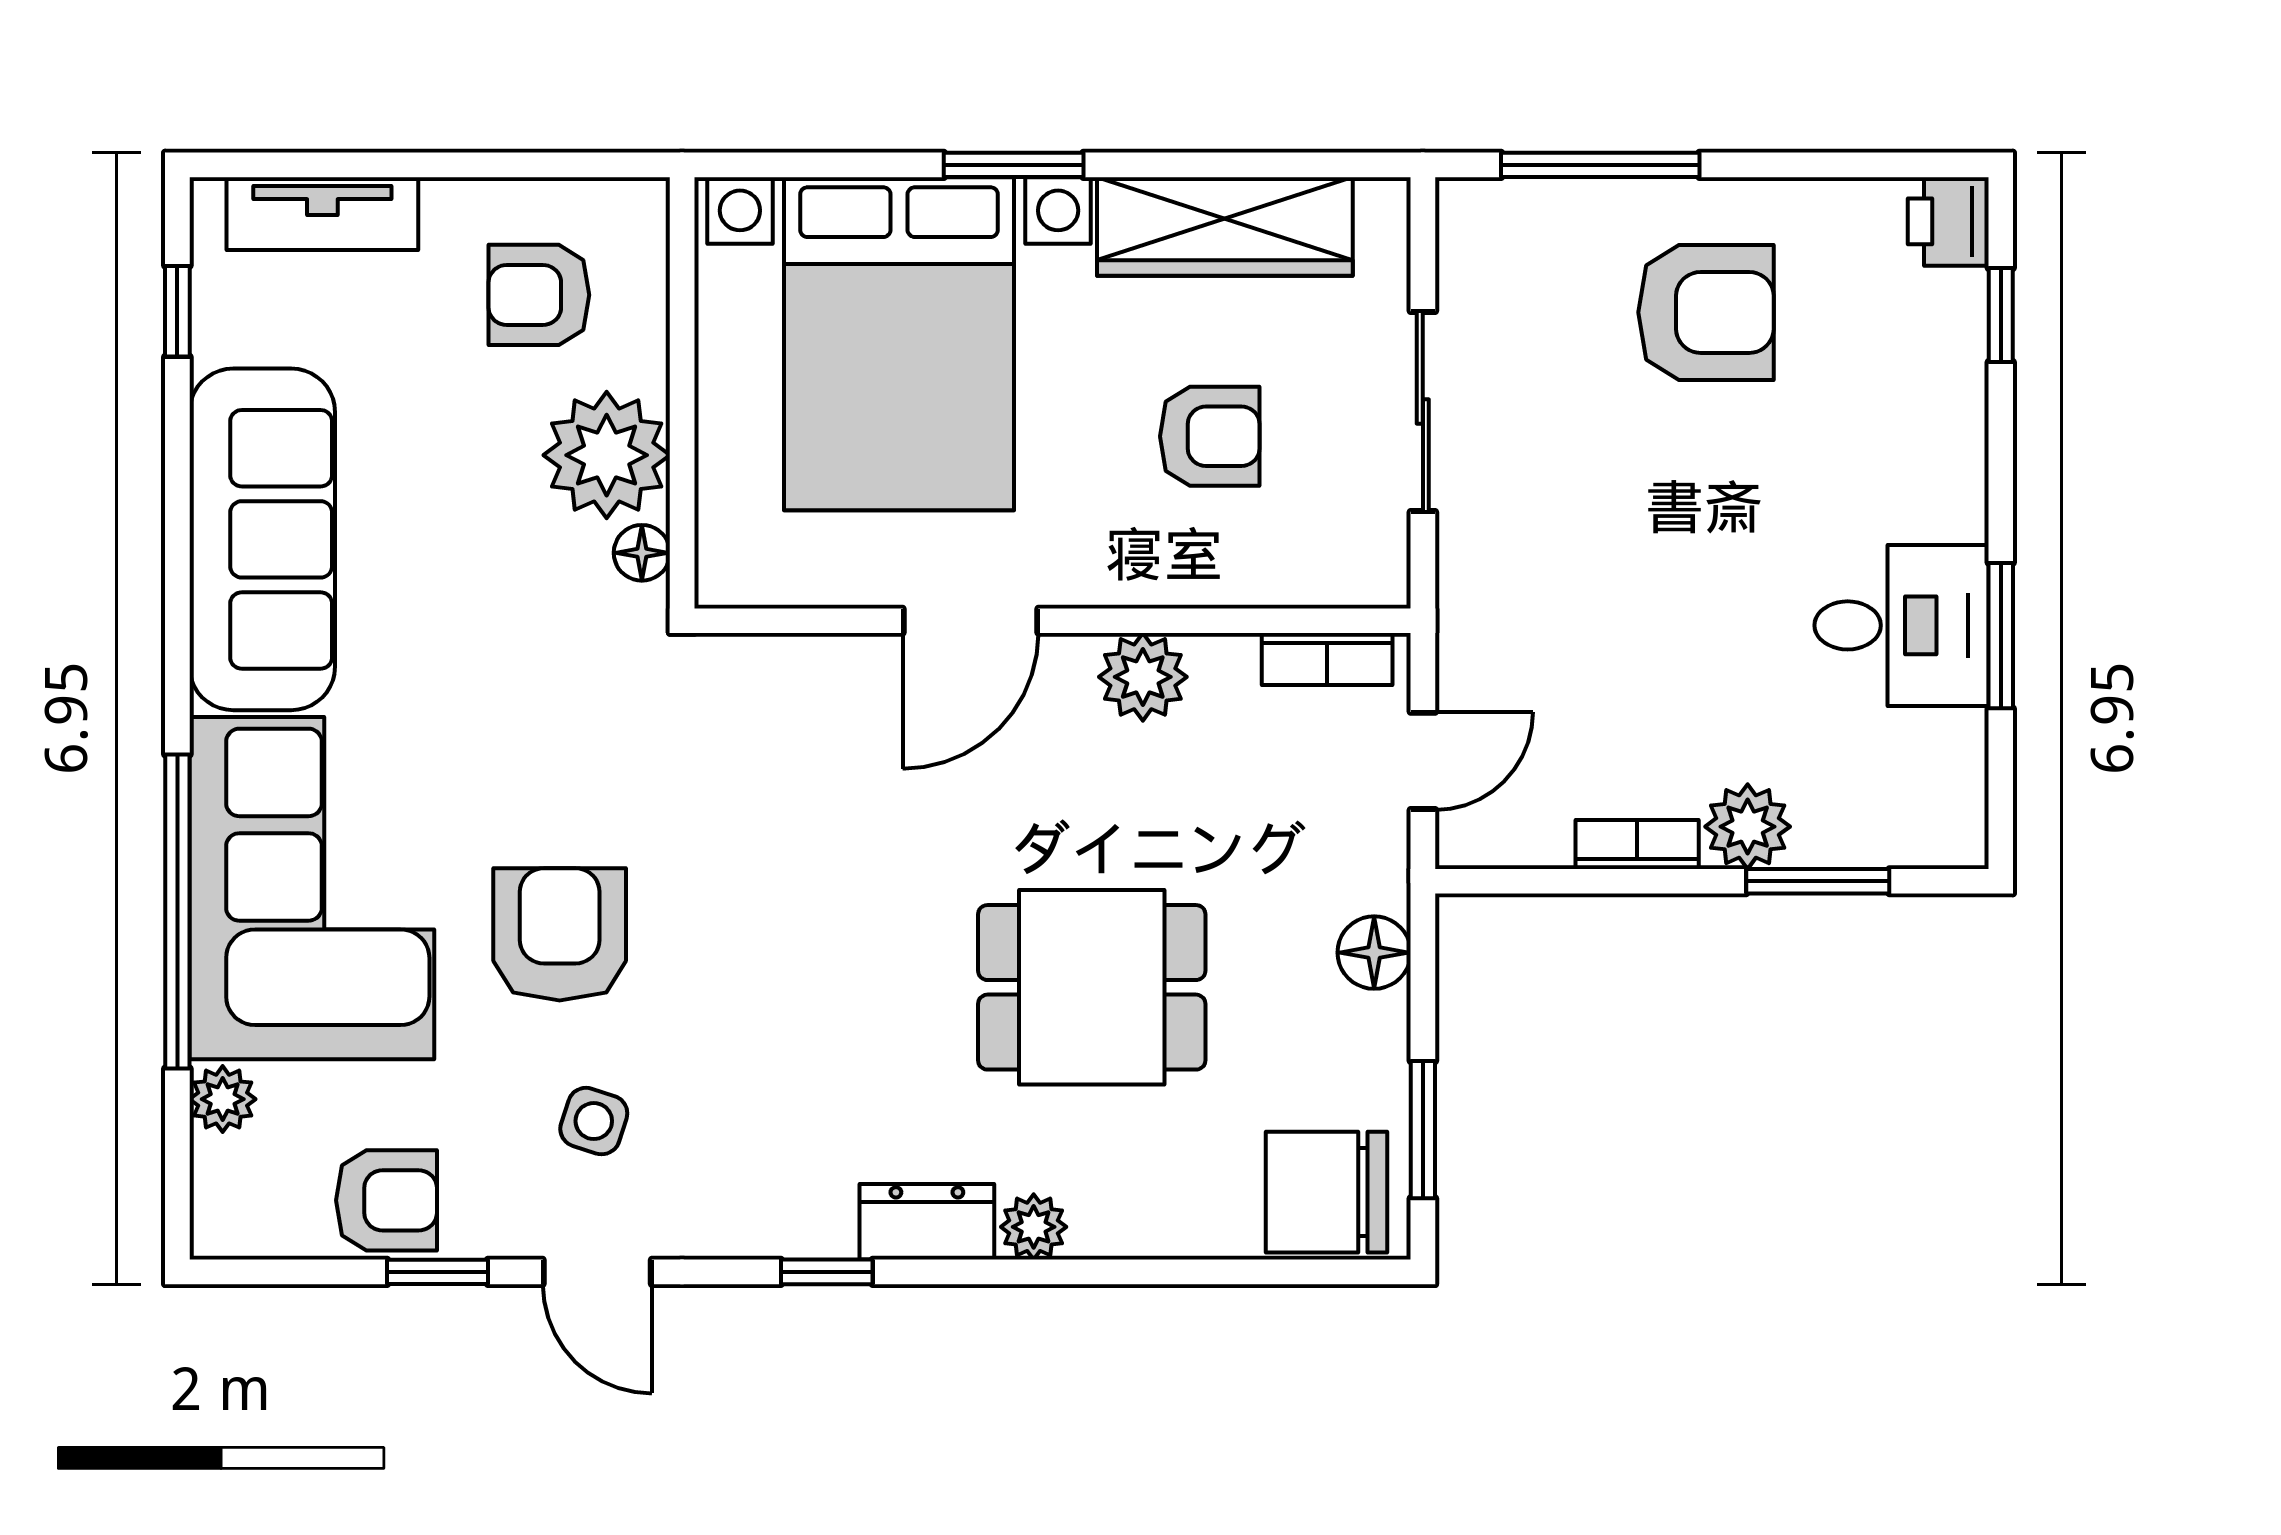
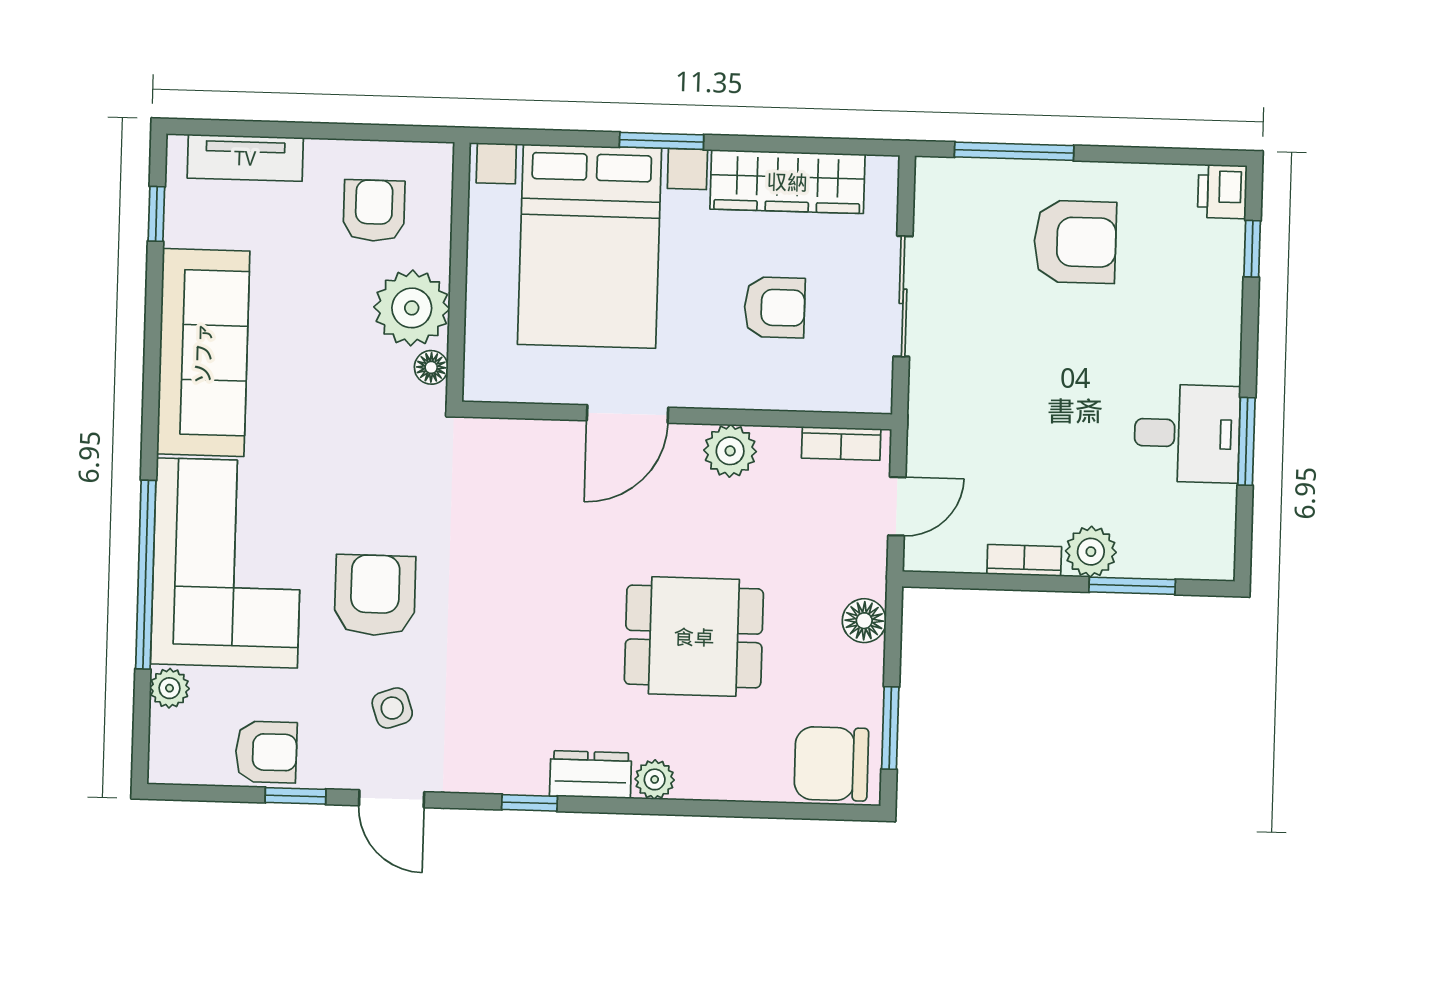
armchair: (539, 295) -> (374, 211), turned 90
side table: (594, 1121) -> (392, 708), turned -37

